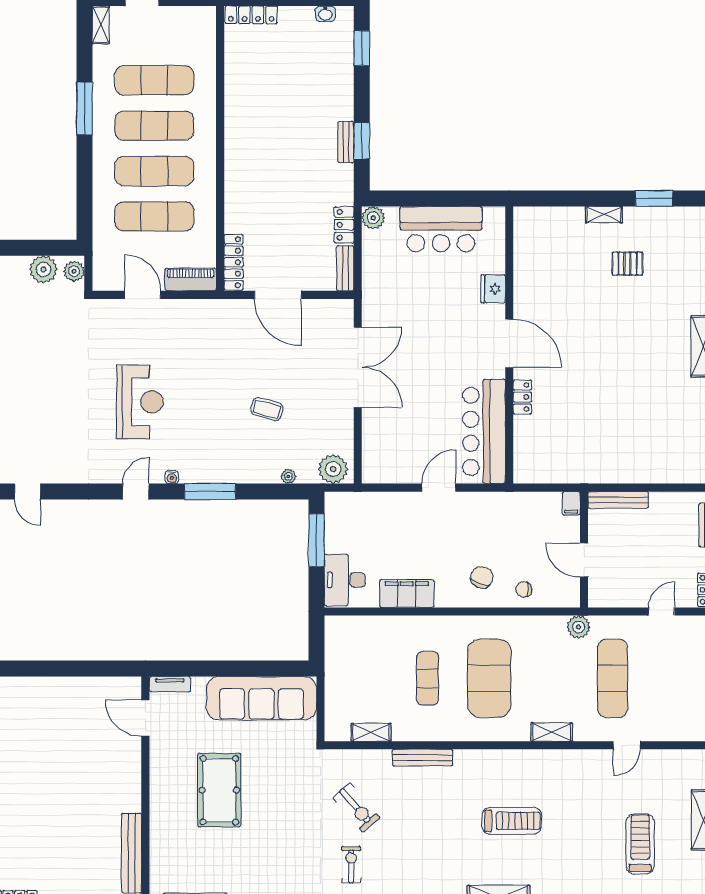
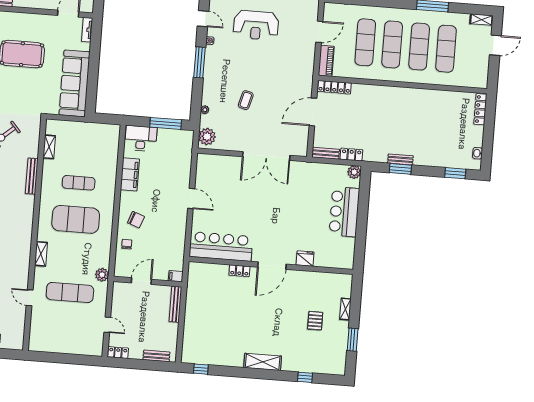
fridge: (493, 289) -> (305, 259), moved
door: (509, 343) -> (272, 266), moved
wall: (509, 345) -> (271, 265), moved
locker: (522, 397) -> (239, 271), moved
bar counter: (484, 431) -> (221, 246), moved

